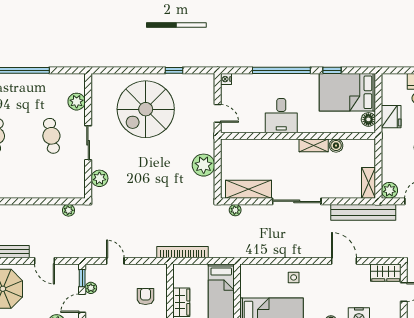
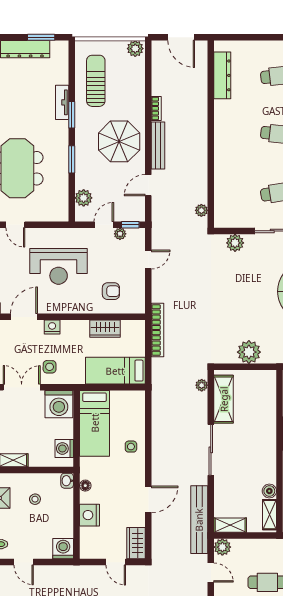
shelving: (314, 145) -> (270, 515), moved
door: (82, 303) -> (104, 225), hinge flipped

